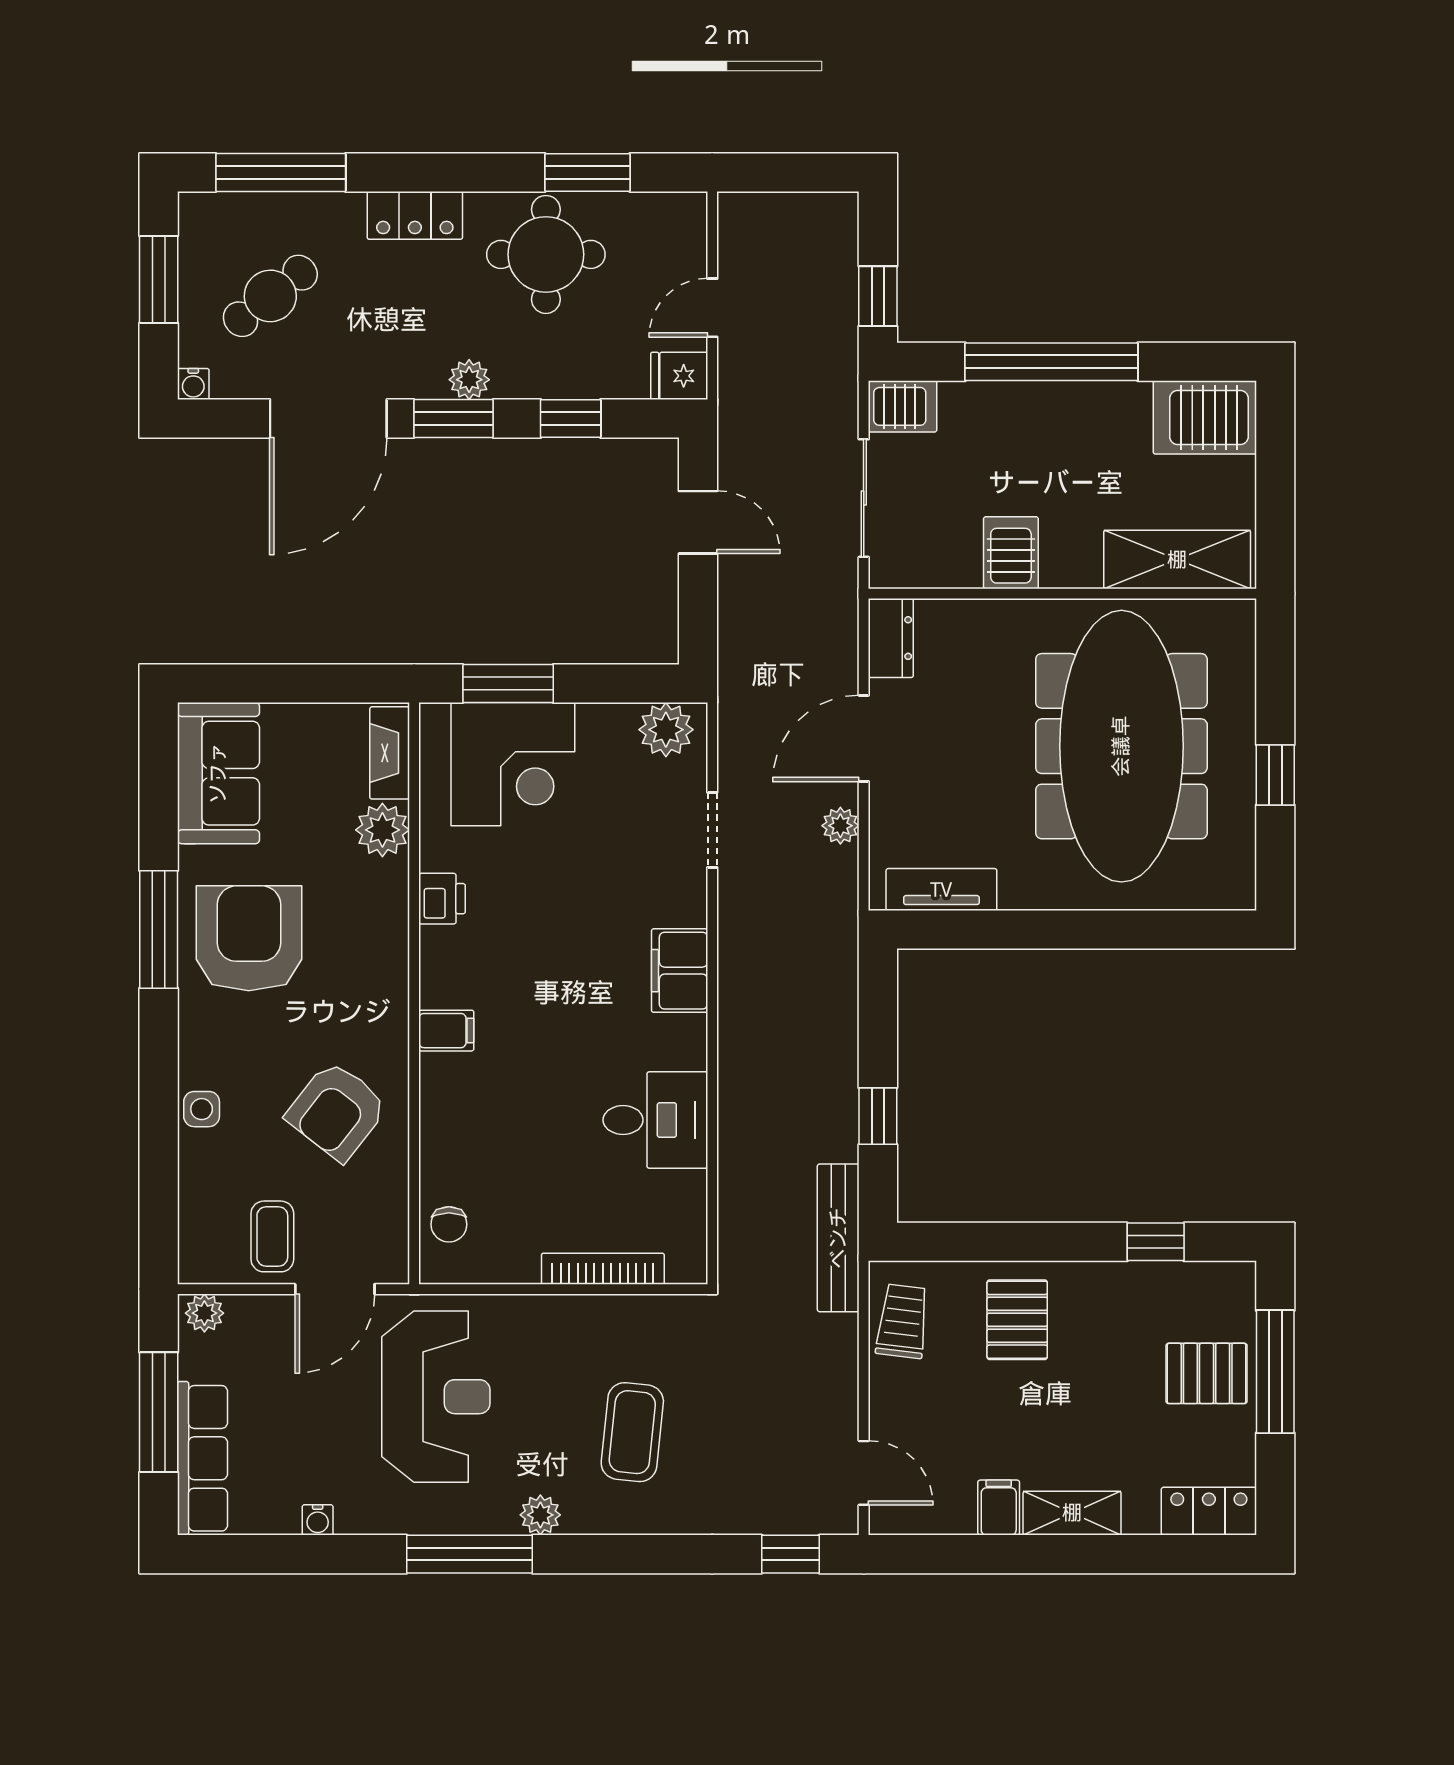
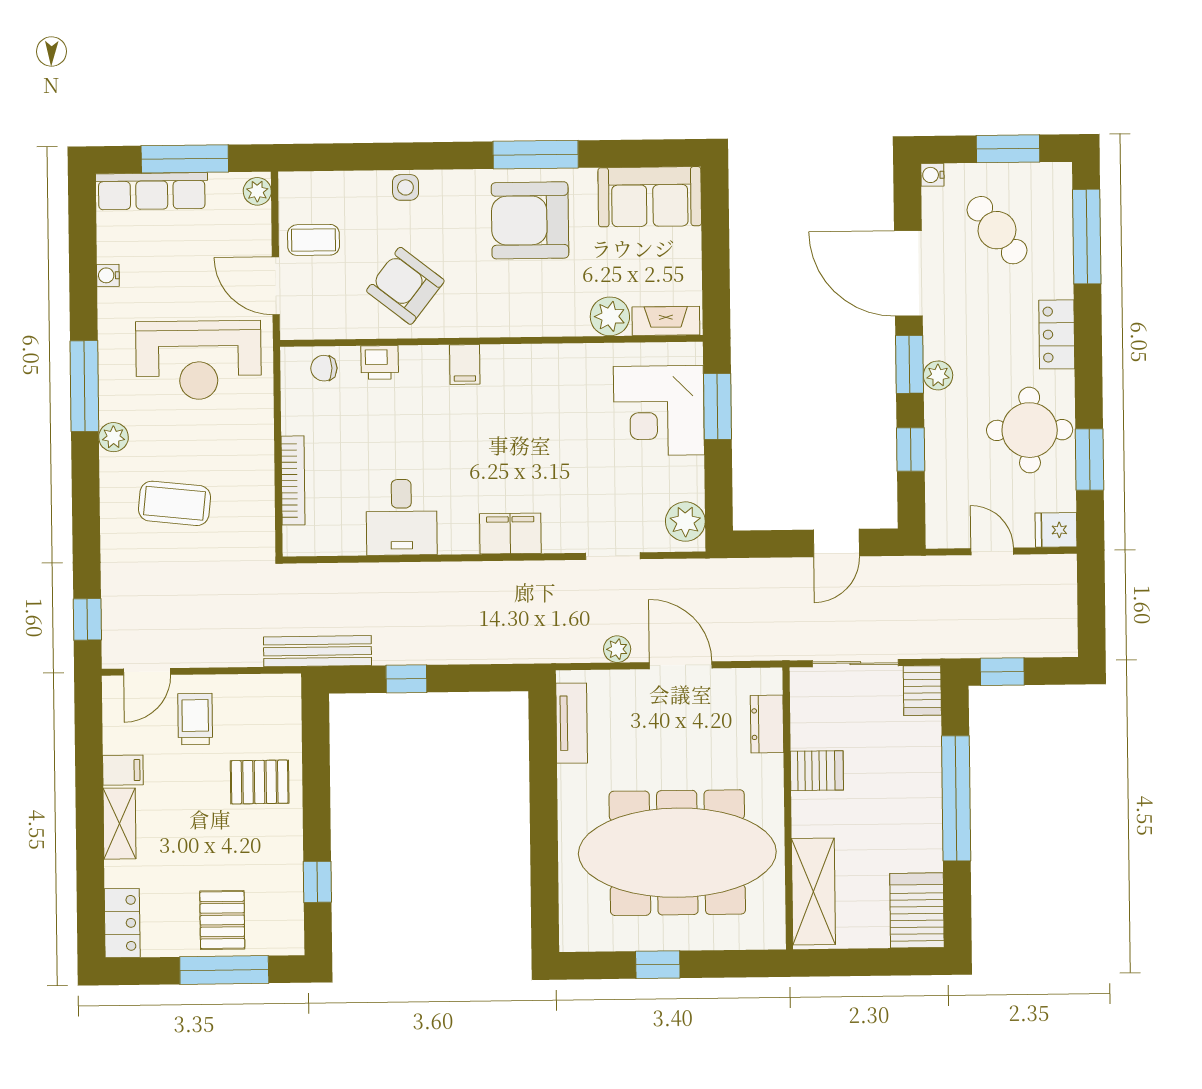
fridge: (679, 376) -> (1056, 530), moved, turned -90
dresser: (891, 638) -> (767, 724), moved, turned 90
printer: (442, 899) -> (380, 362), moved
armchair: (249, 938) -> (530, 220), turned 180
trolley: (903, 1321) -> (195, 719), moved, turned -97

